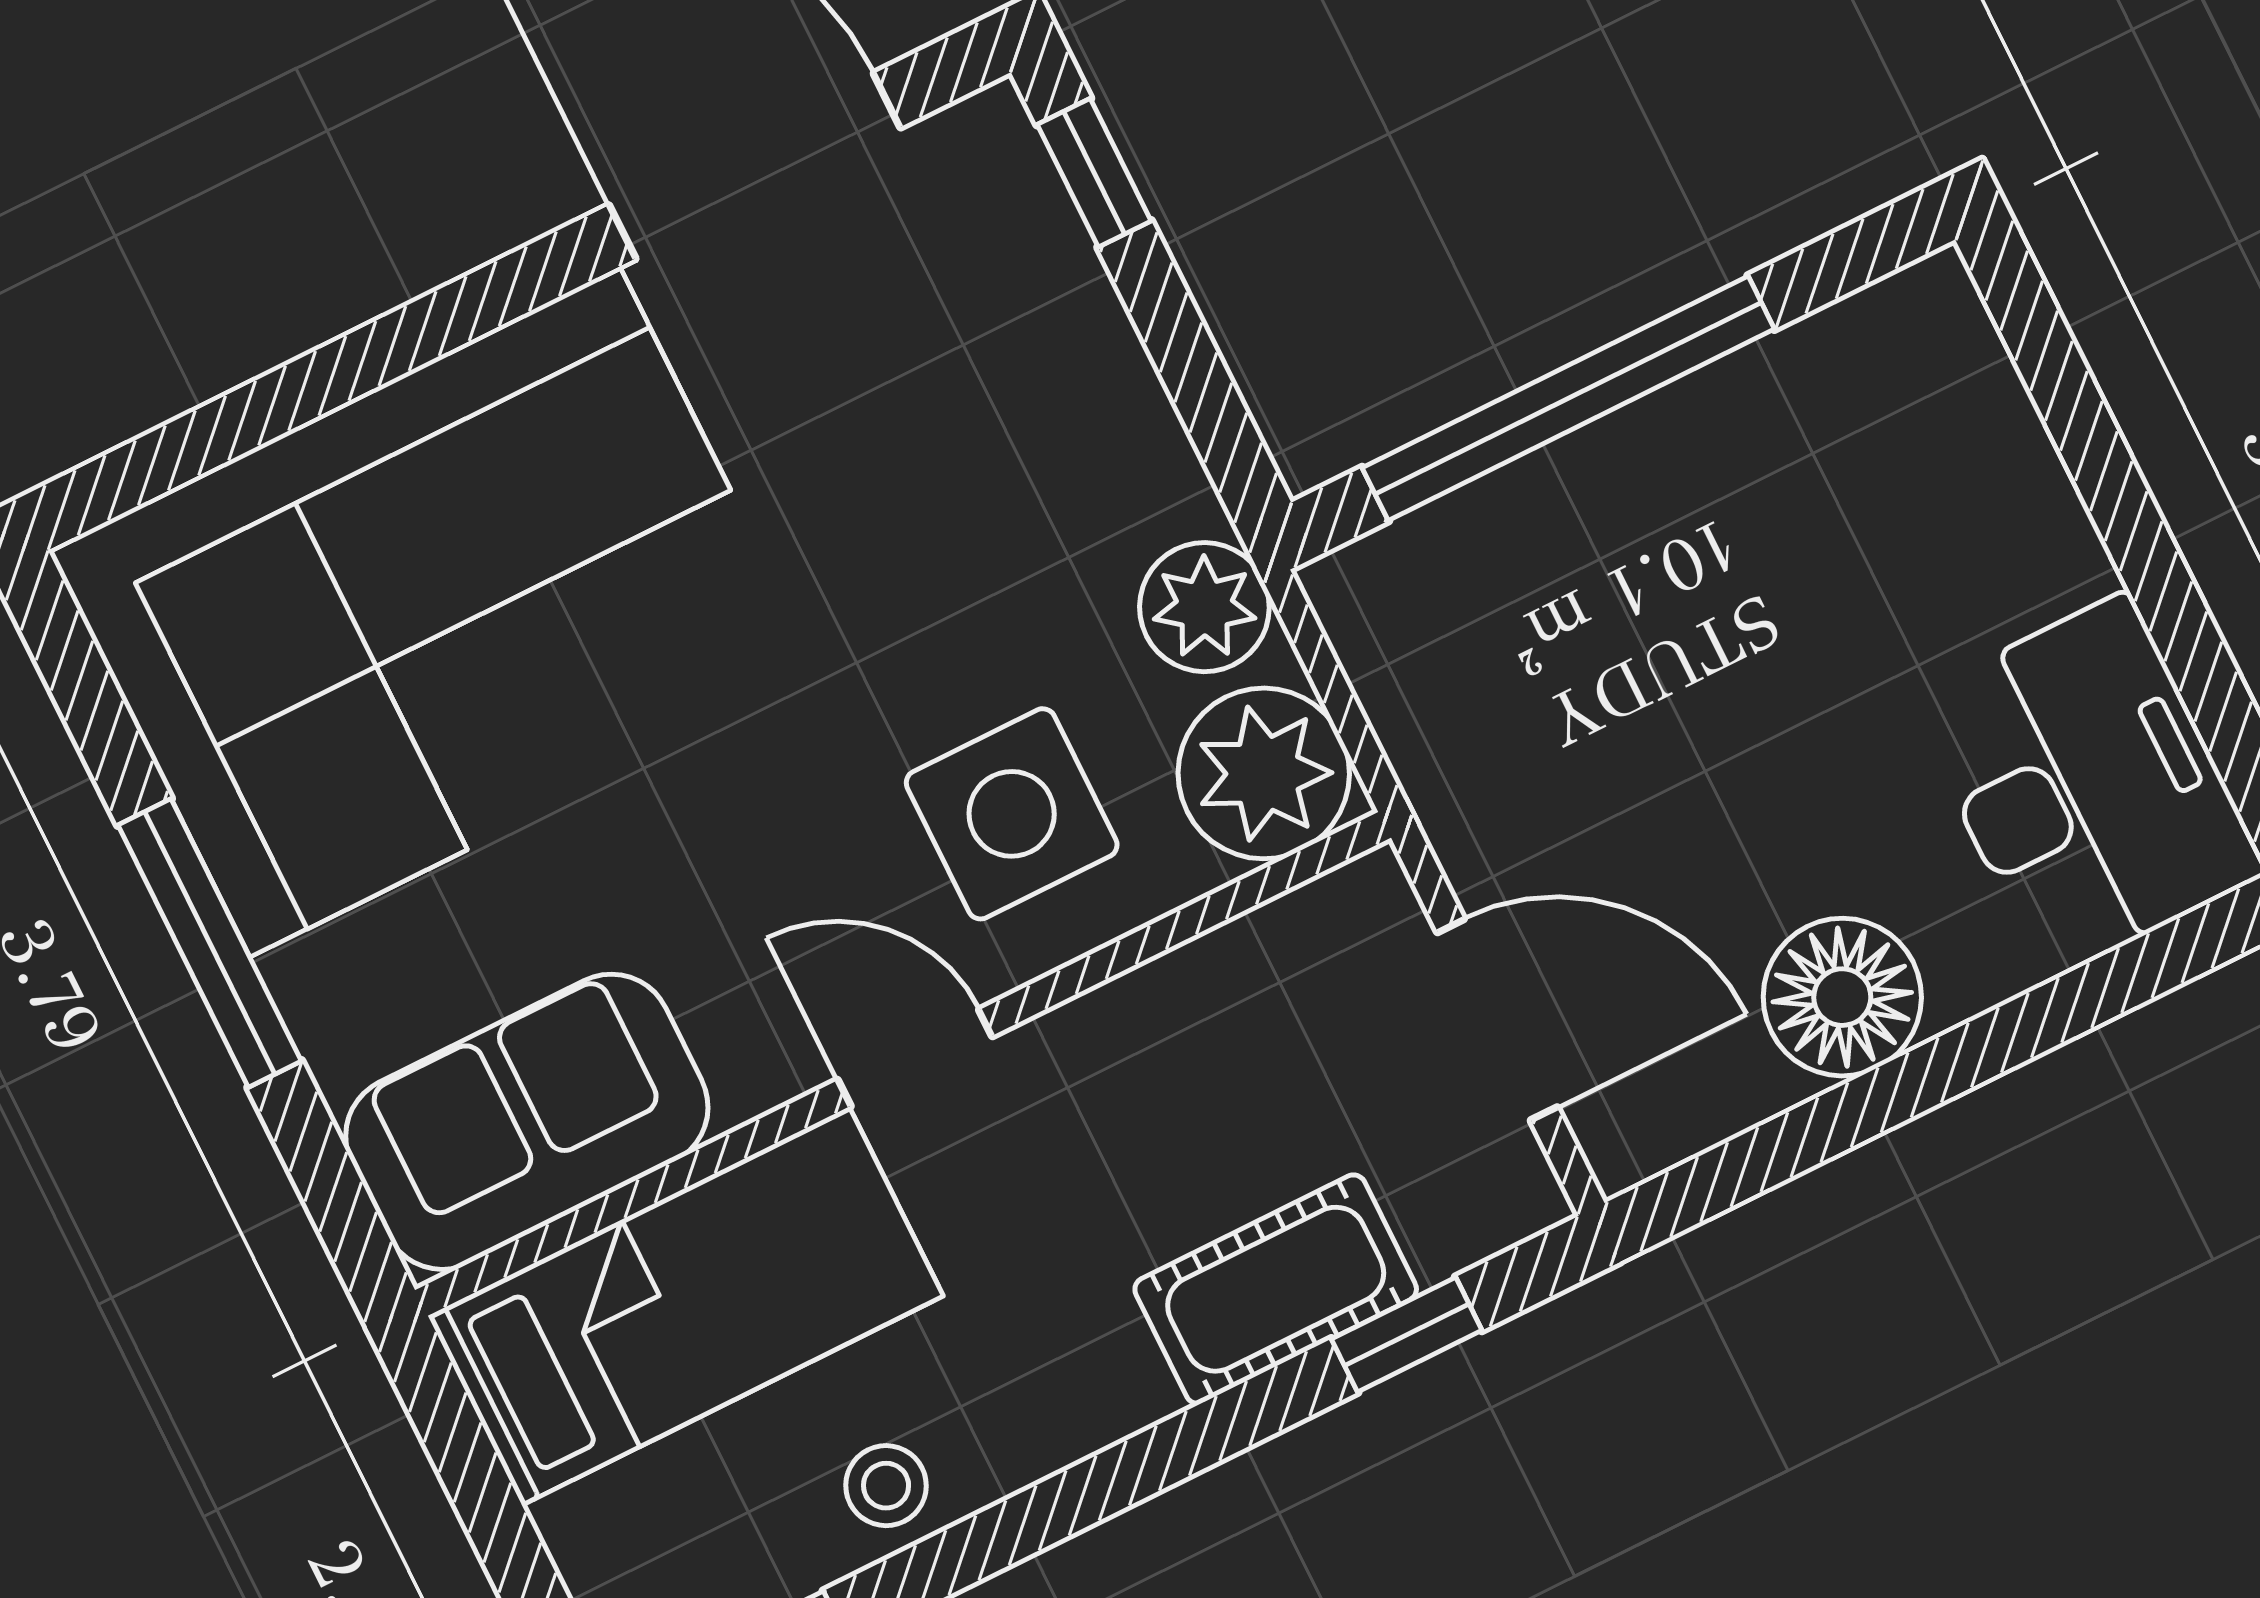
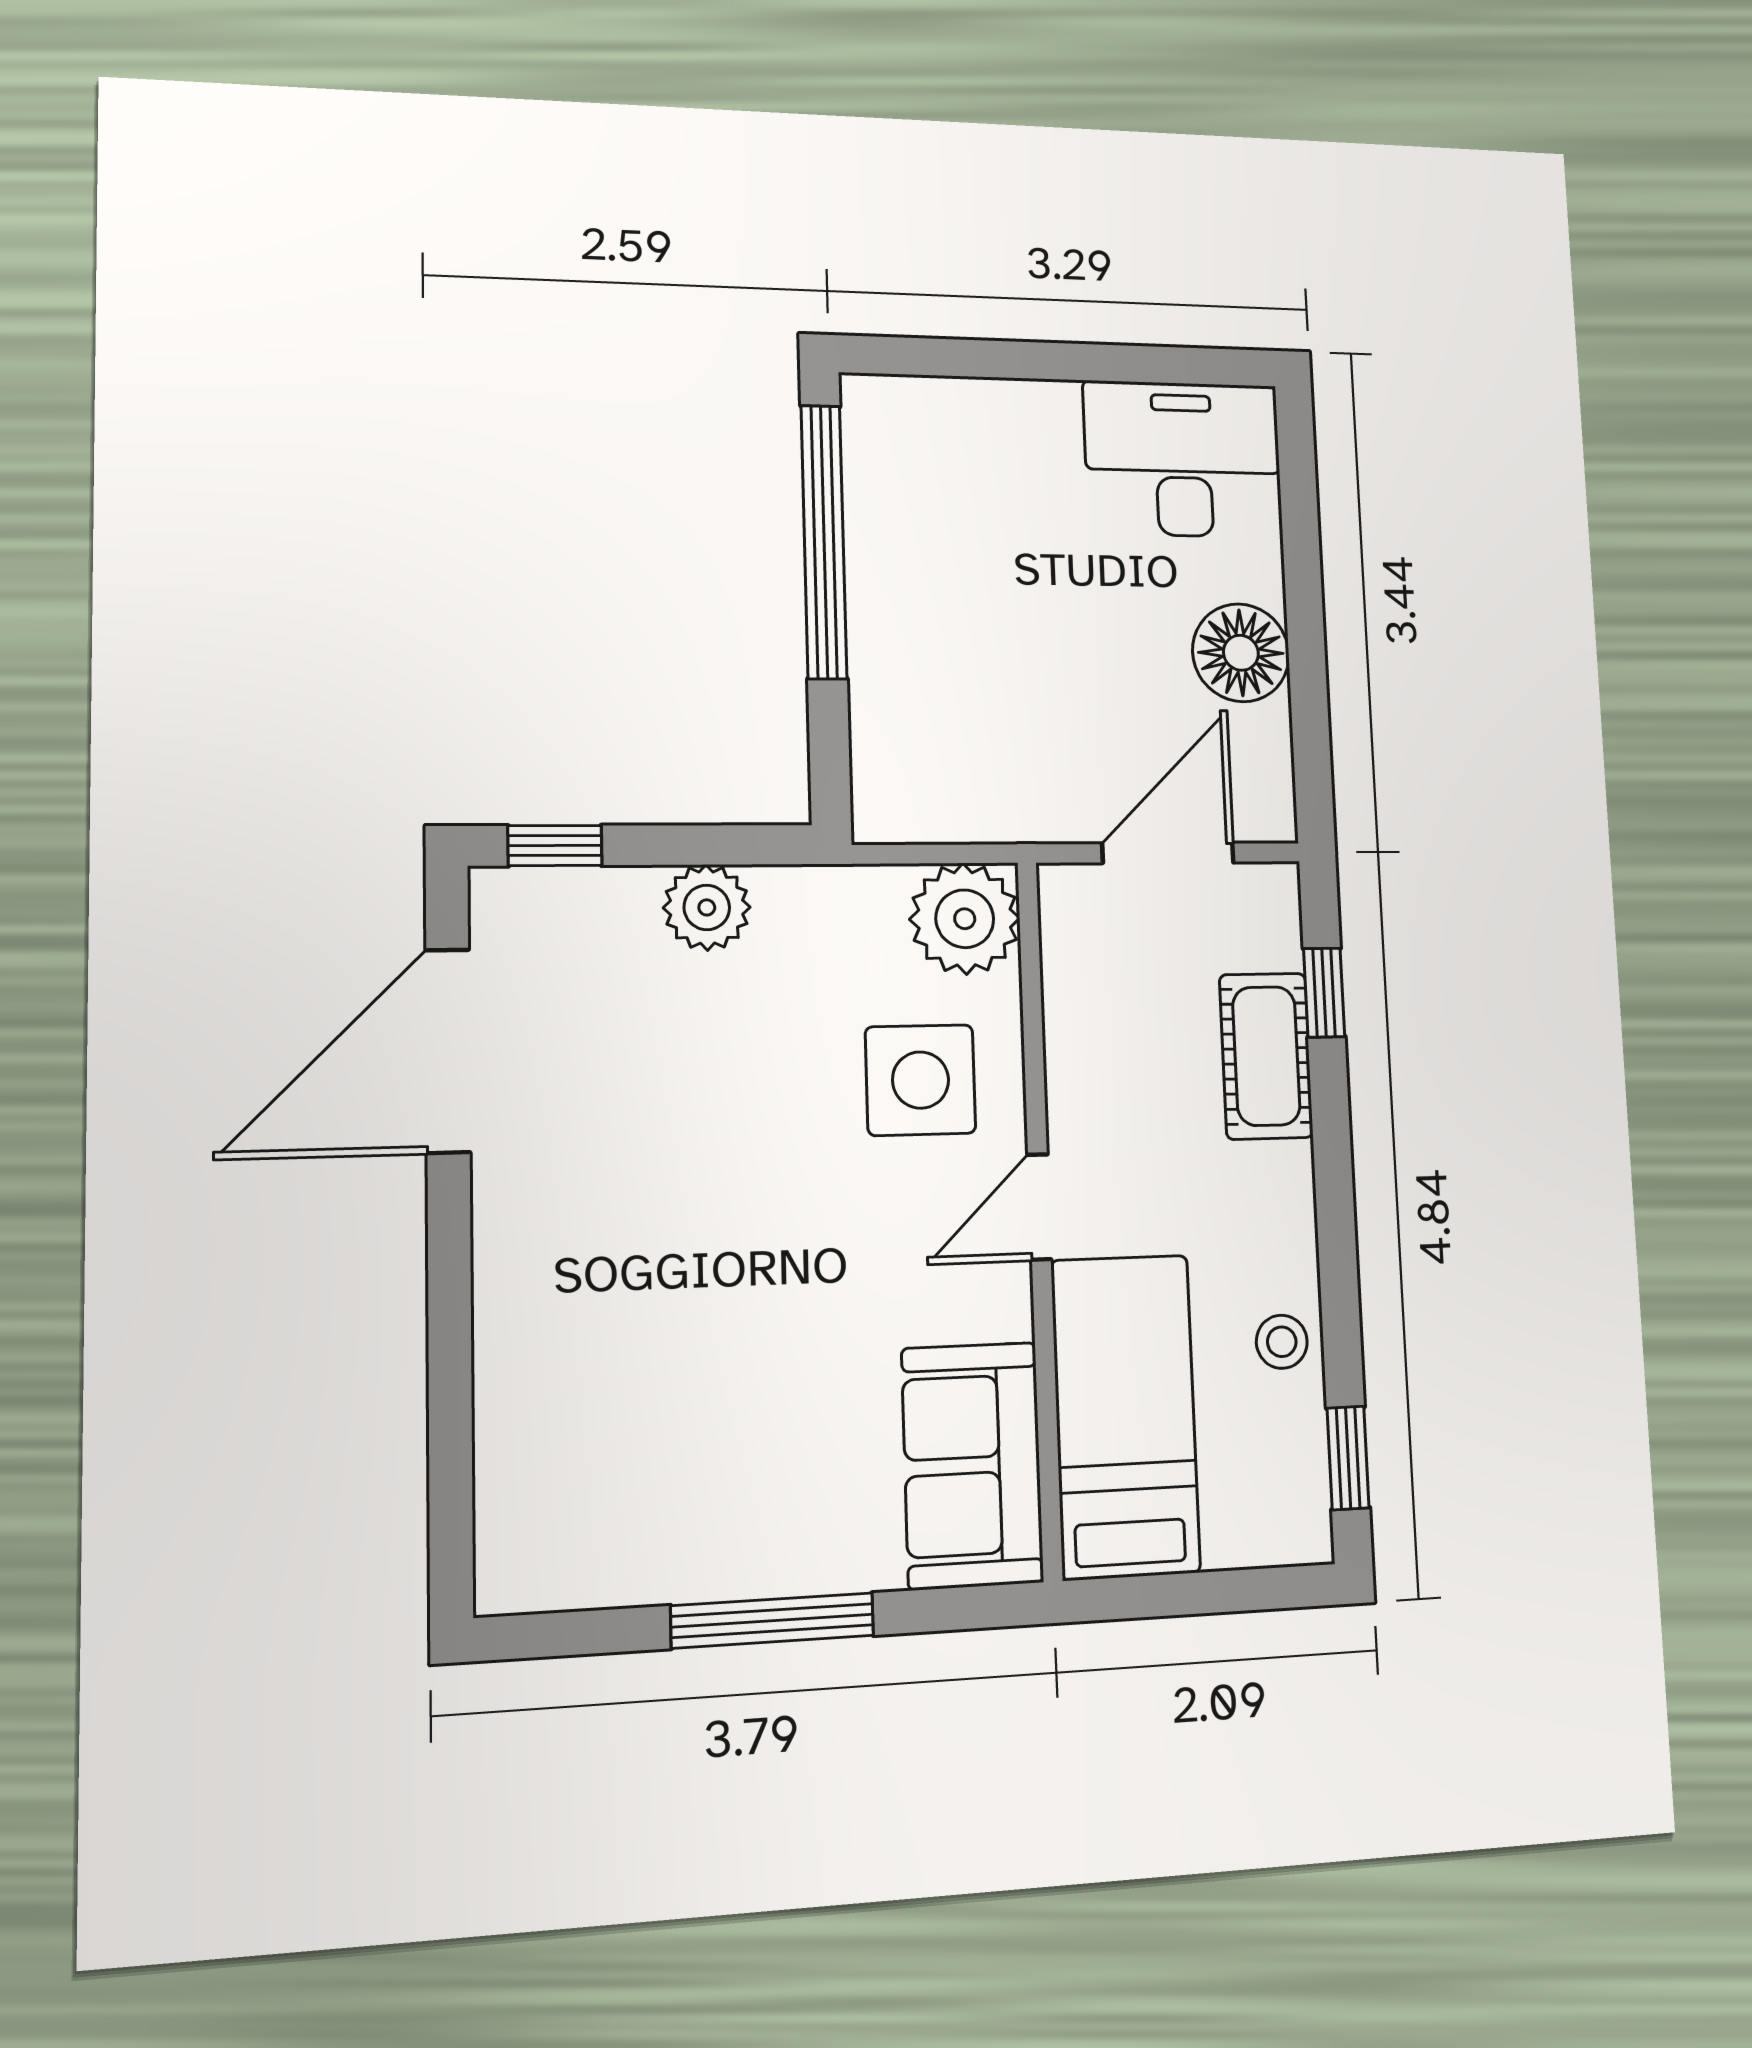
window: (1568, 398) -> (824, 542), moved
plant: (1204, 607) -> (707, 907), moved
corner sofa: (435, 612) -> (632, 1382), removed

